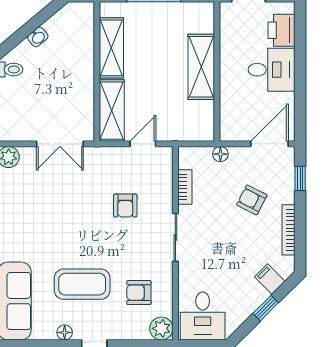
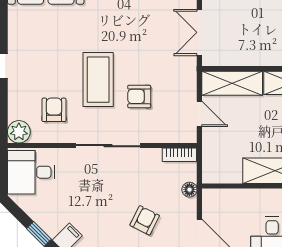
bookcase: (185, 187) -> (179, 155), moved
sliding door: (175, 237) -> (108, 146), width x1.37
coffee table: (82, 284) -> (98, 80), moved
floor lamp: (65, 332) -> (15, 37), removed

